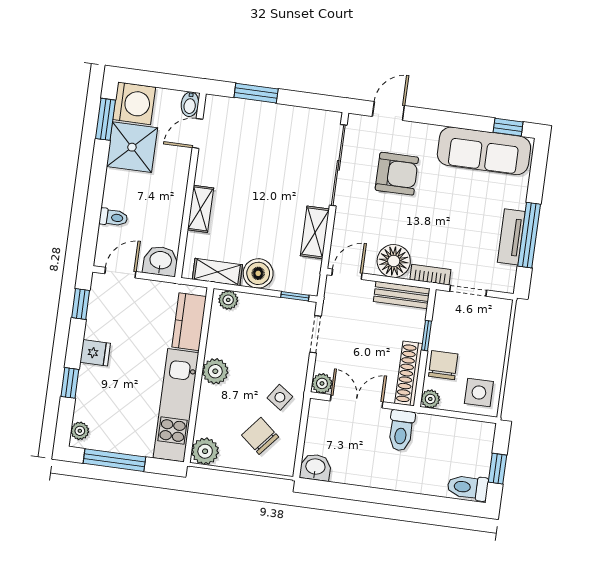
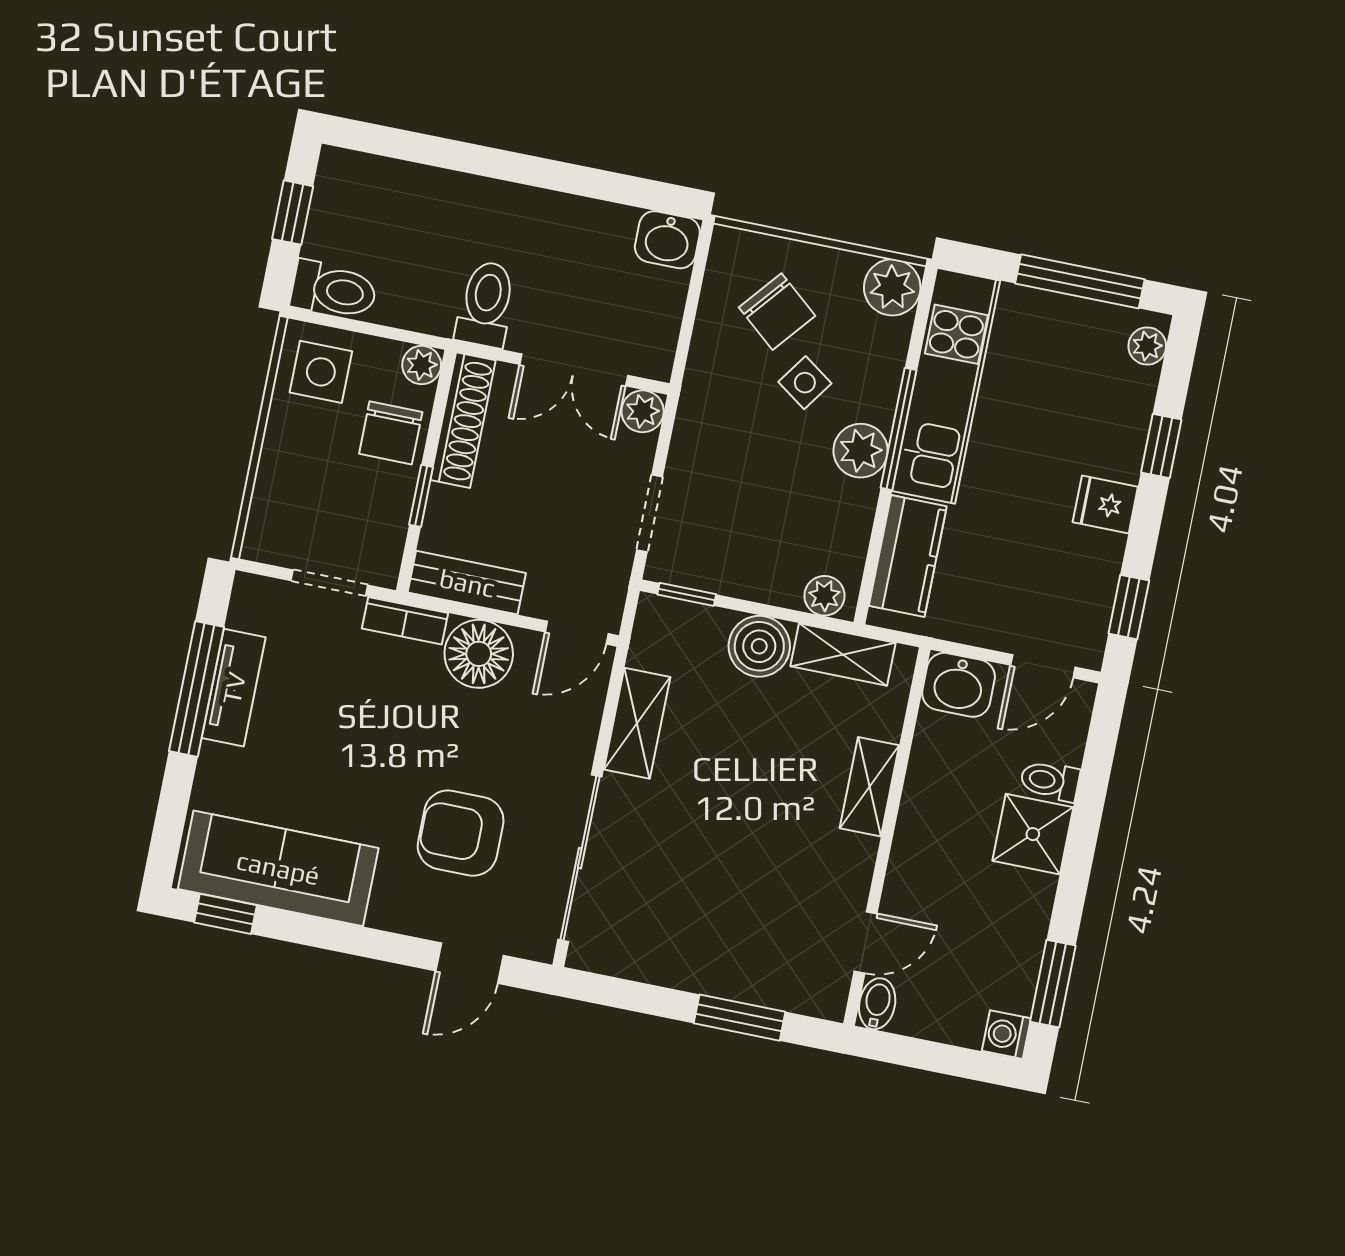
washing machine: (134, 103) -> (1006, 1035), width x0.53, depth x0.53
shower: (132, 147) -> (1033, 834), moved, width x0.73, depth x0.73
window: (198, 383) -> (898, 429), added
side table: (280, 397) -> (805, 383), moved
toilet: (468, 487) -> (334, 290), moved

